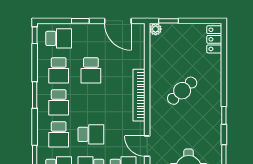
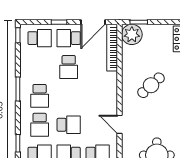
door: (118, 21) -> (93, 22), hinge flipped
plant: (156, 29) -> (132, 34), width x1.88, depth x1.88
school desk: (59, 70) -> (69, 38), moved, turned 90
bookcase: (139, 95) -> (112, 48), moved
door: (147, 146) -> (119, 124), moved

